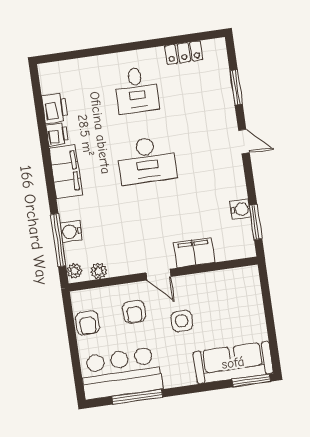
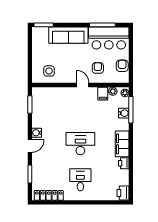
locker: (184, 53) -> (49, 195), width x1.53
printer: (55, 108) -> (123, 193), moved
door: (244, 141) -> (30, 146), swing flipped
water cooler: (240, 209) -> (37, 133), moved
filing cabinet: (194, 253) -> (103, 94), moved, width x0.50
side table: (182, 321) -> (49, 71), moved
sofa: (233, 363) -> (68, 35), moved

